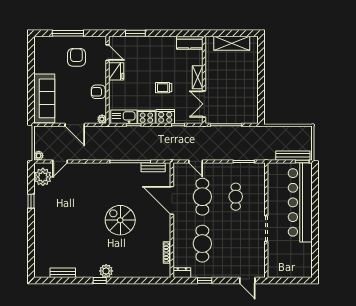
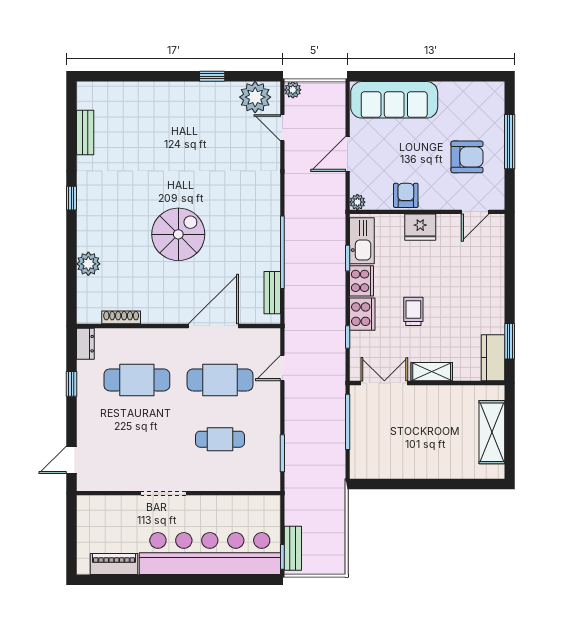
window: (135, 33) -> (510, 341), moved
fridge: (116, 71) -> (420, 227), moved
bench: (293, 156) -> (293, 548), width x0.73
piano: (306, 256) -> (114, 564), added
plant: (106, 271) -> (88, 264), moved

